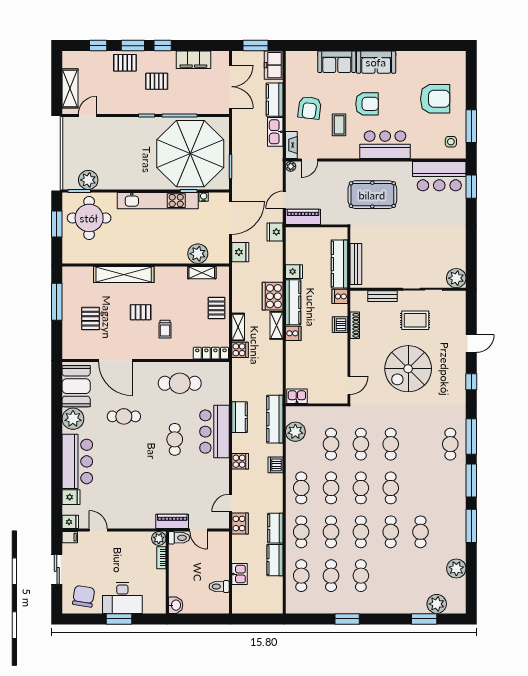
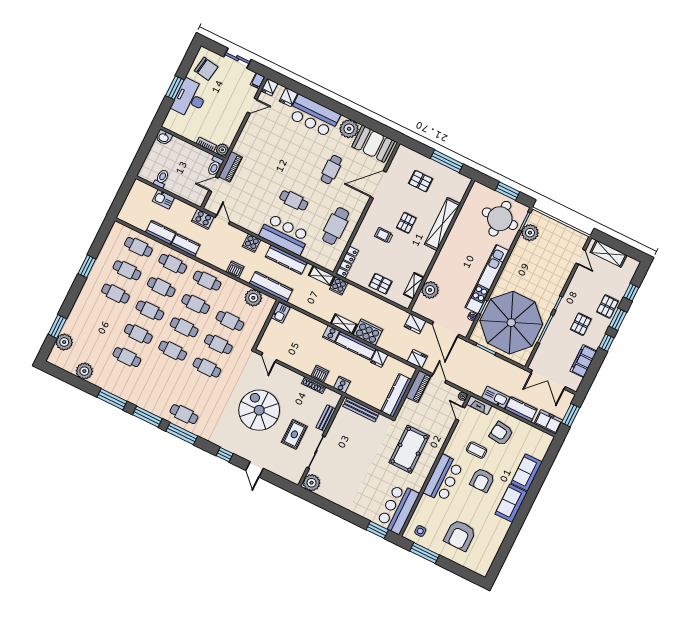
kitchen counter: (339, 264) -> (396, 395), moved, turned -90
shelving: (238, 327) -> (322, 276), moved
kitchen counter: (239, 417) -> (286, 260), width x1.50

